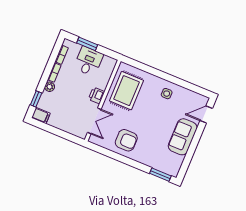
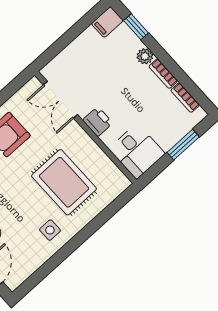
desk: (89, 61) -> (137, 151), moved
rug: (127, 91) -> (64, 182), moved

